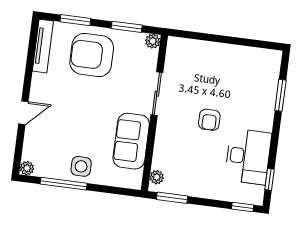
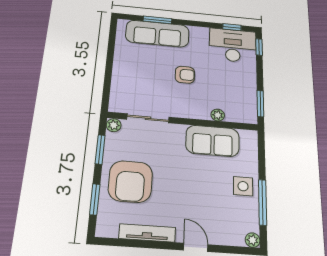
tv unit: (43, 46) -> (147, 233), moved
sliding door: (157, 94) -> (148, 118), moved
sofa: (262, 94) -> (157, 34), added
desk: (248, 157) -> (233, 45), moved
plant: (157, 177) -> (218, 115), moved

